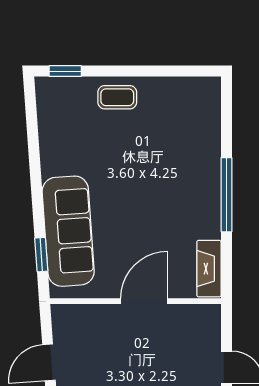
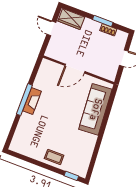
window: (41, 255) -> (110, 104), removed
fireplace: (209, 269) -> (32, 101), moved

